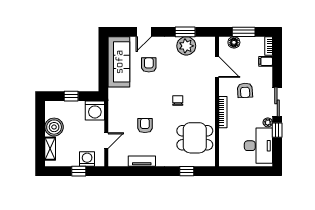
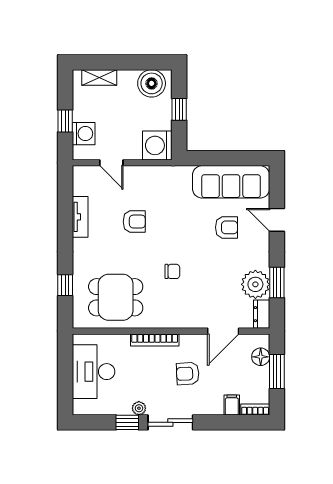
dresser: (206, 42) -> (262, 314), added
boiler: (54, 127) -> (152, 83), moved
dining table: (195, 138) -> (116, 297), turned 90
desk: (258, 146) -> (93, 372), moved, turned 90

